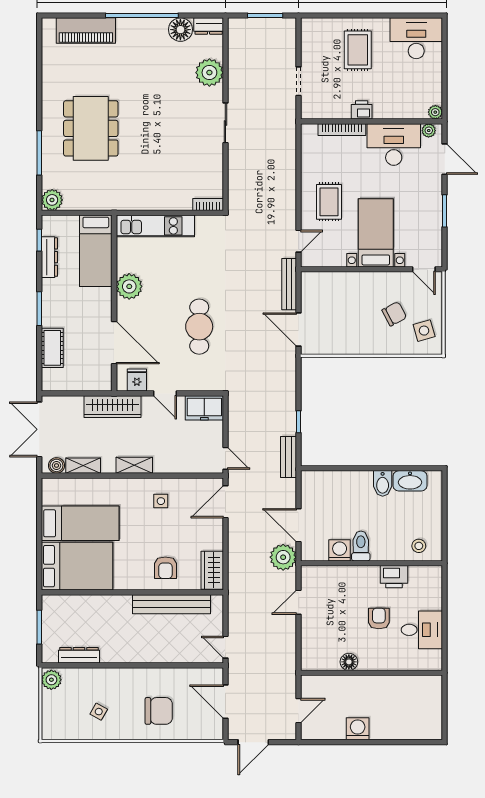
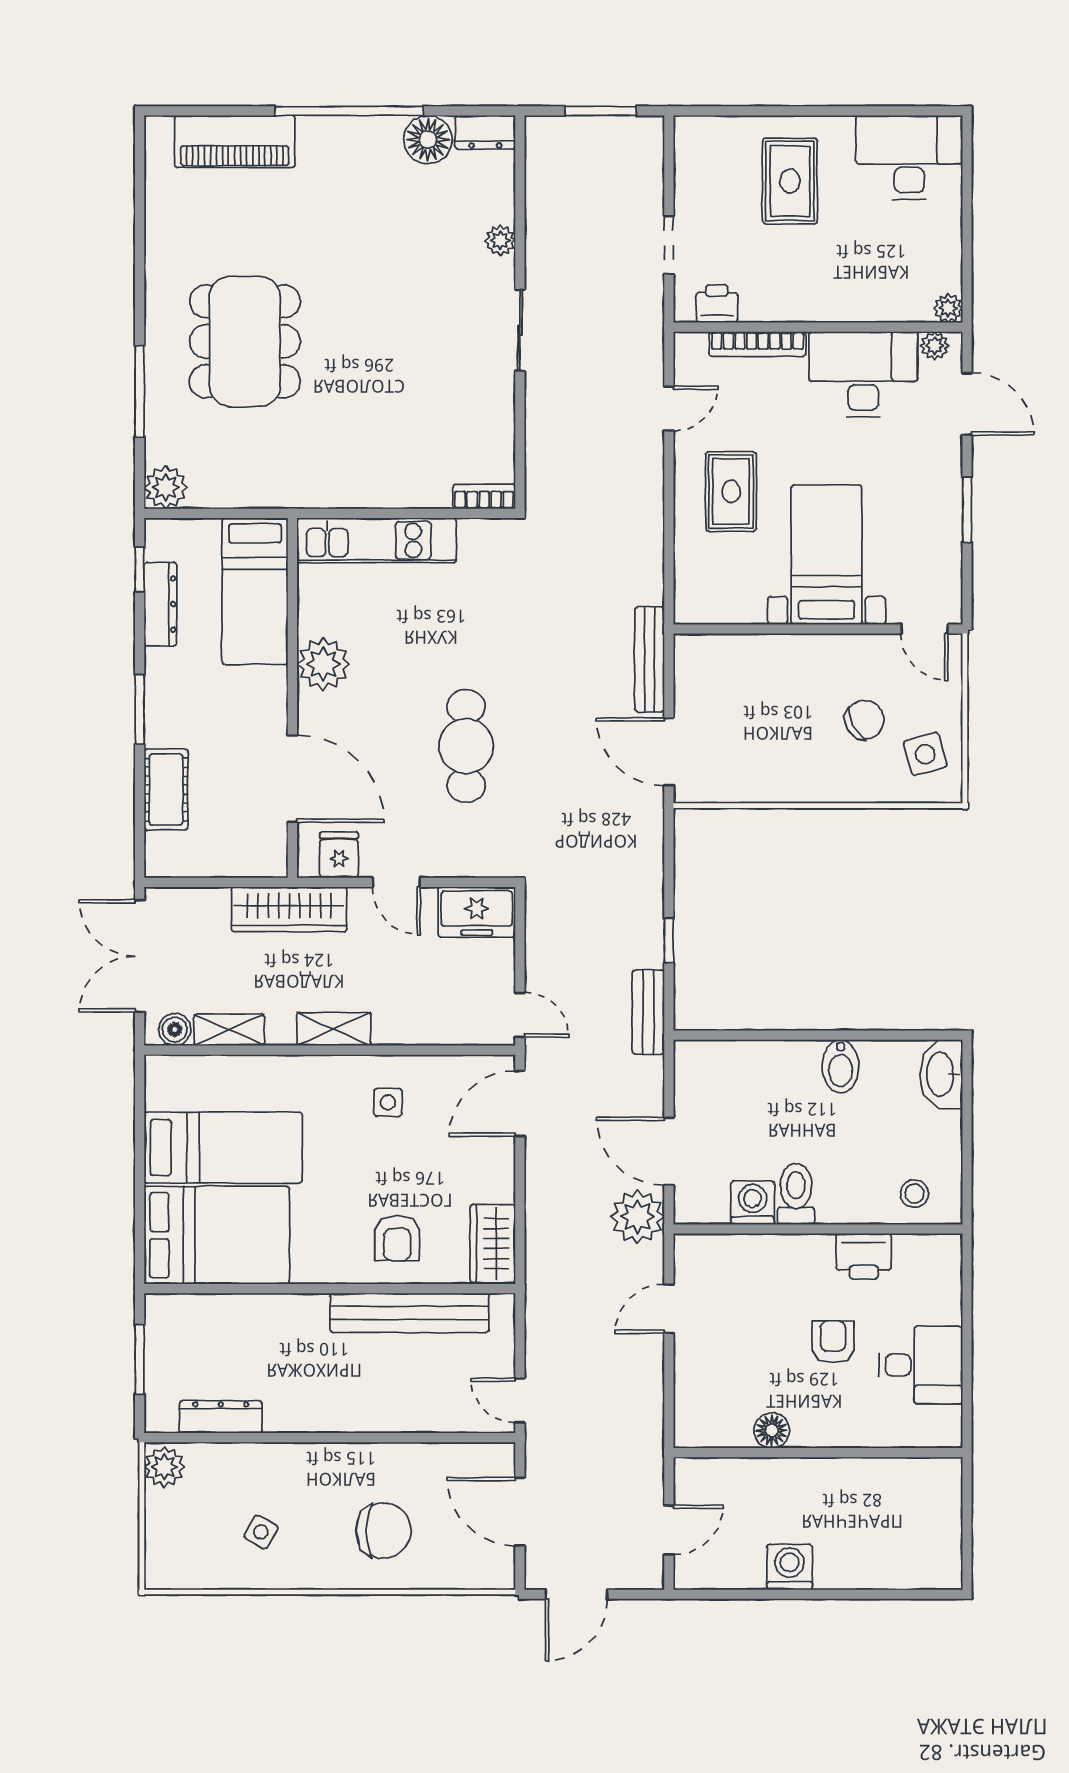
plant: (209, 73) -> (500, 241), width x0.53, depth x0.53
printer: (362, 110) -> (717, 304), moved
door: (299, 241) -> (669, 409), moved
washbasin: (410, 481) -> (941, 1074), moved, turned 90

